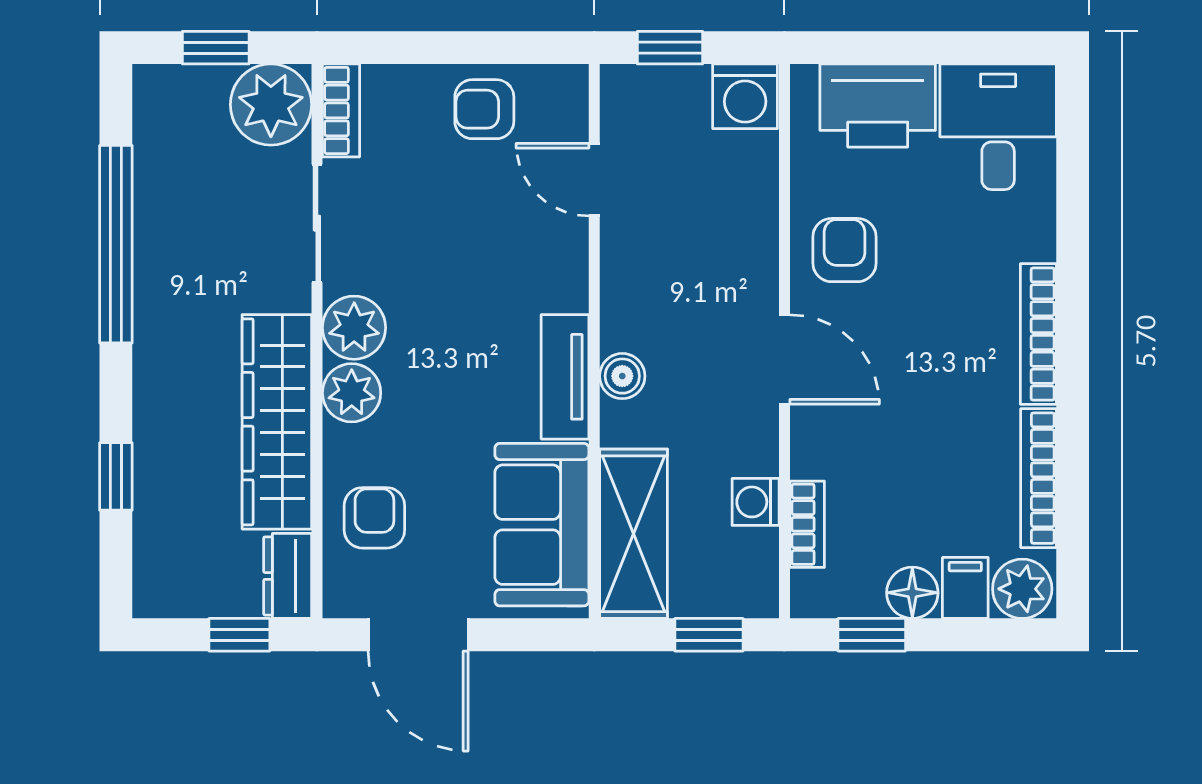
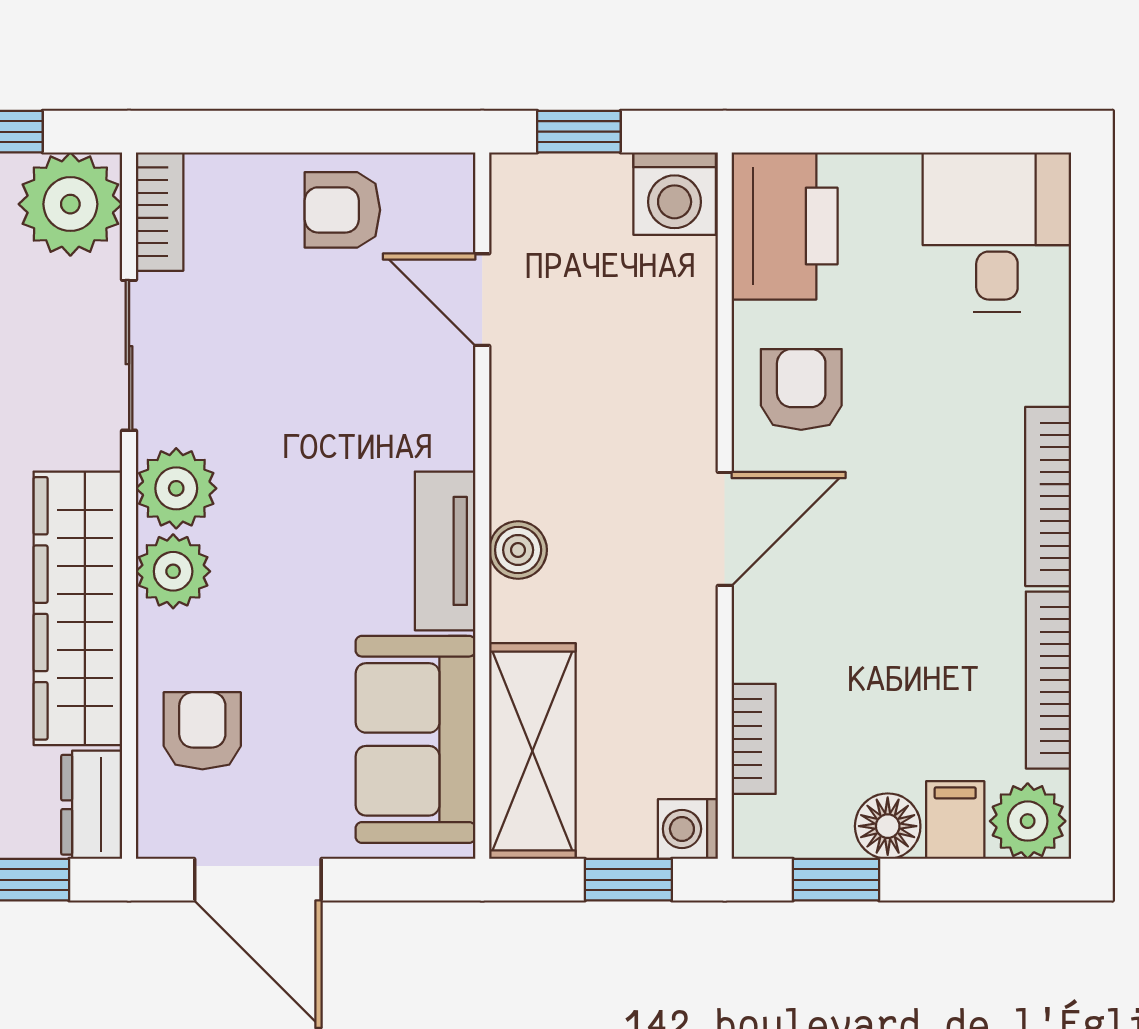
printer: (878, 105) -> (785, 226), moved, turned -90
door: (784, 360) -> (725, 529), hinge flipped
washing machine: (756, 502) -> (688, 829), moved

